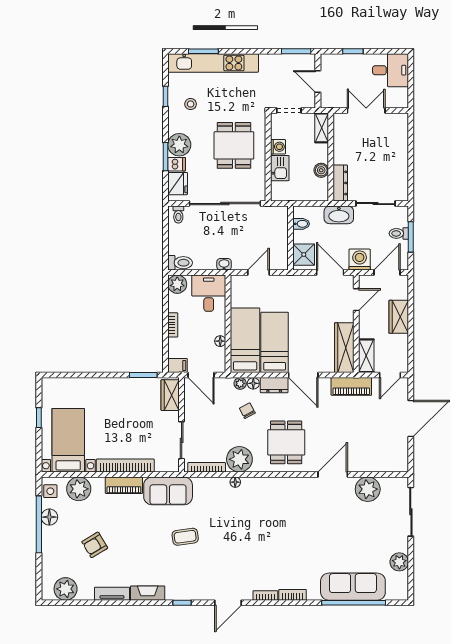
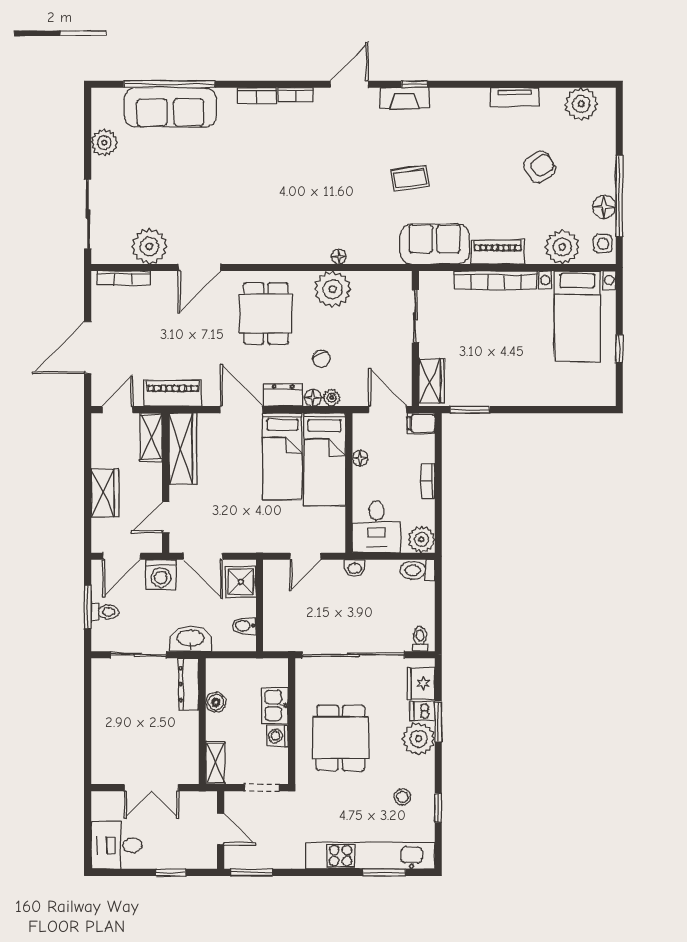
bookcase: (207, 467) -> (123, 278), moved
fireplace: (148, 593) -> (405, 98), moved

